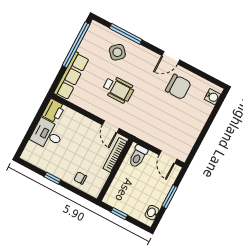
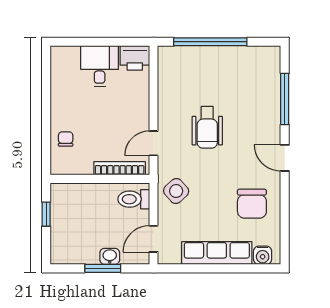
window: (76, 45) -> (210, 42), moved
side table: (117, 52) -> (176, 191), moved
door: (171, 58) -> (285, 158), moved
row of seats: (71, 76) -> (217, 253), moved, turned 180
window: (52, 178) -> (46, 103), removed
washbasin: (152, 213) -> (110, 256), moved

